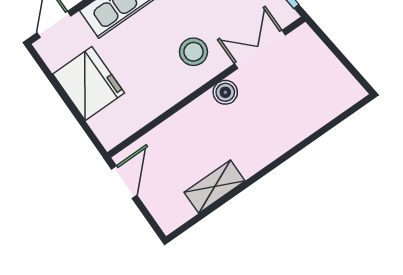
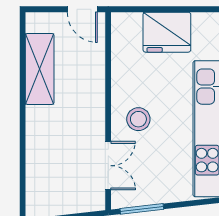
boiler: (225, 92) -> (95, 121), removed
shelving: (215, 187) -> (40, 69), width x1.50, depth x1.33

